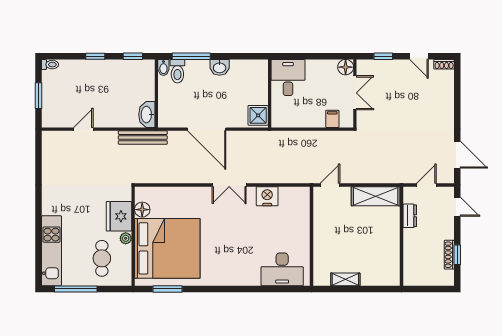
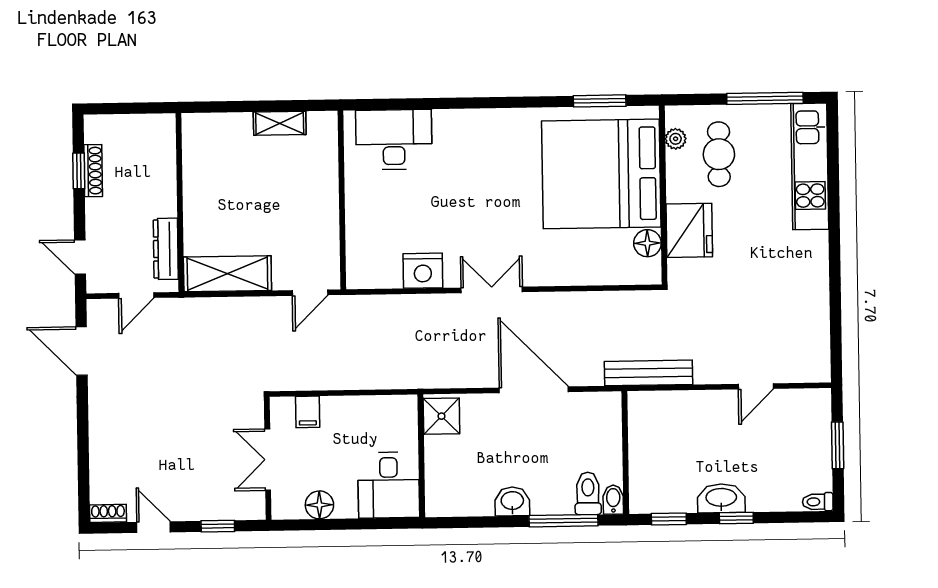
floor lamp: (346, 67) -> (319, 505), moved
washbasin: (147, 115) -> (721, 498), moved, turned -90
dresser: (410, 216) -> (166, 249), width x1.44
plant: (126, 238) -> (676, 139), moved

